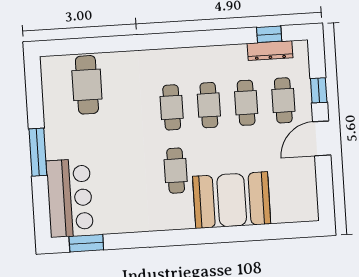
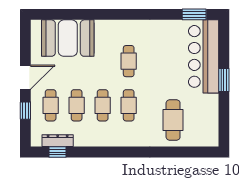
cafe table: (87, 85) -> (173, 120), moved
window: (38, 152) -> (224, 80), width x0.69
bar counter: (70, 198) -> (204, 56), width x1.36
booth: (232, 200) -> (68, 38), moved

